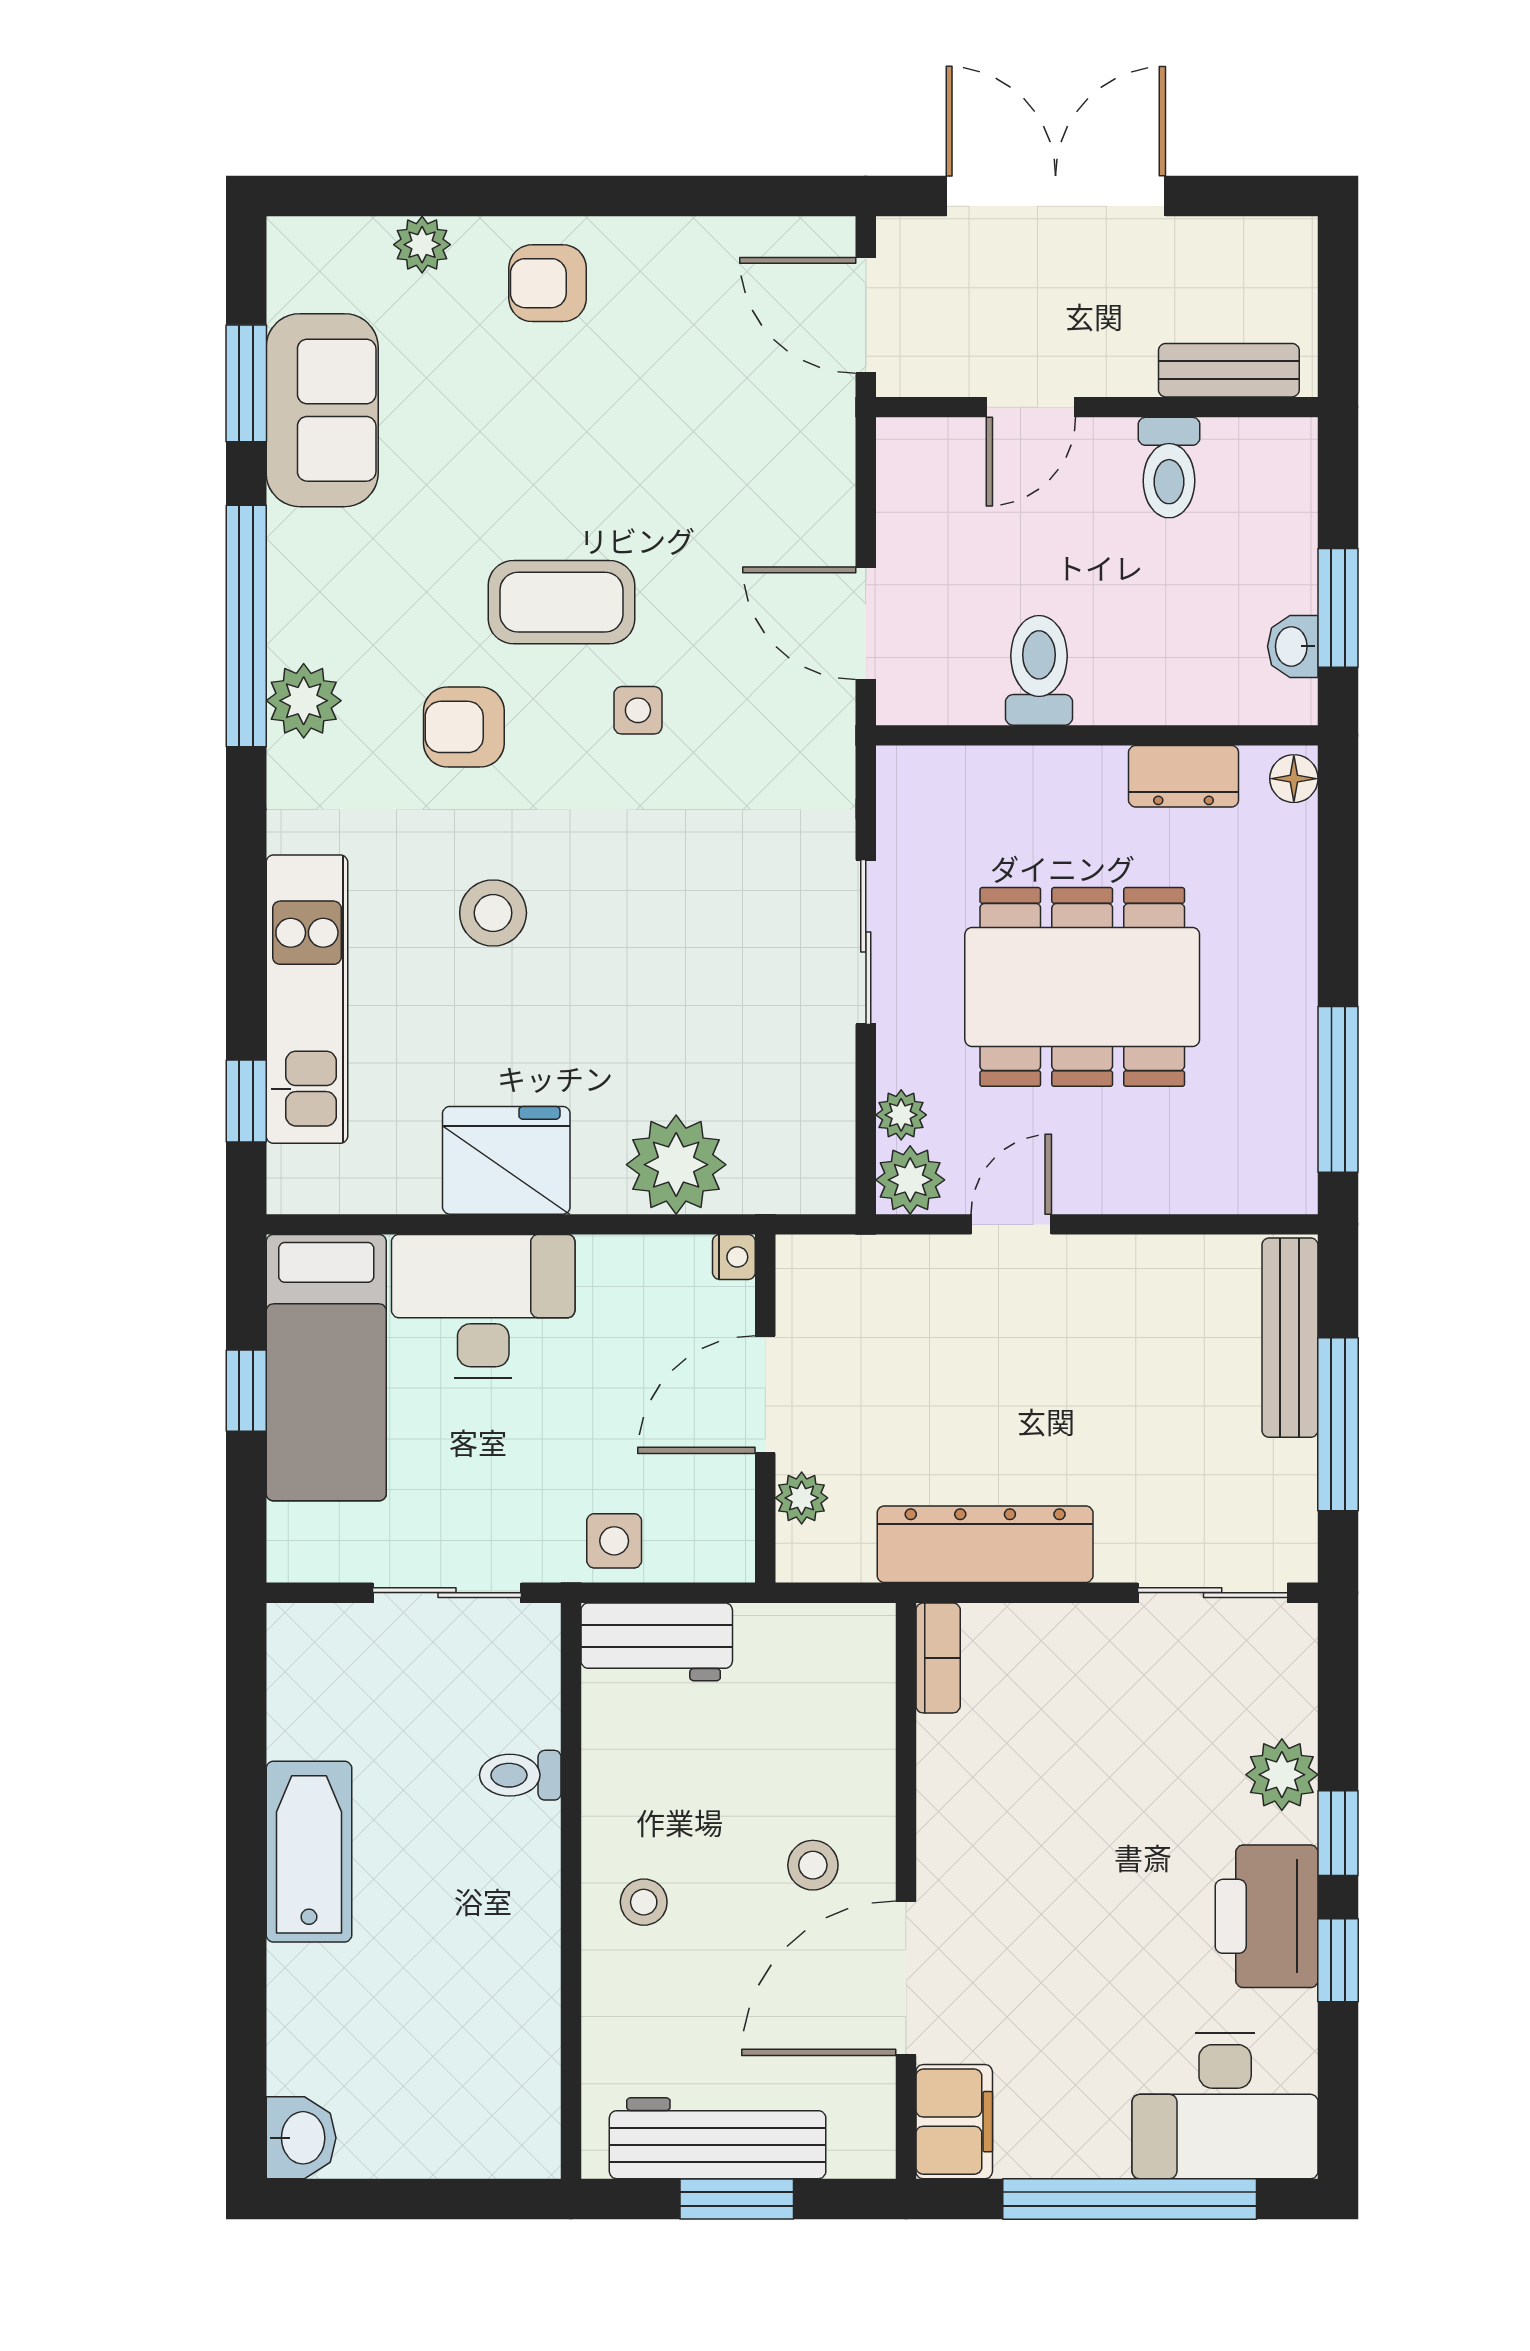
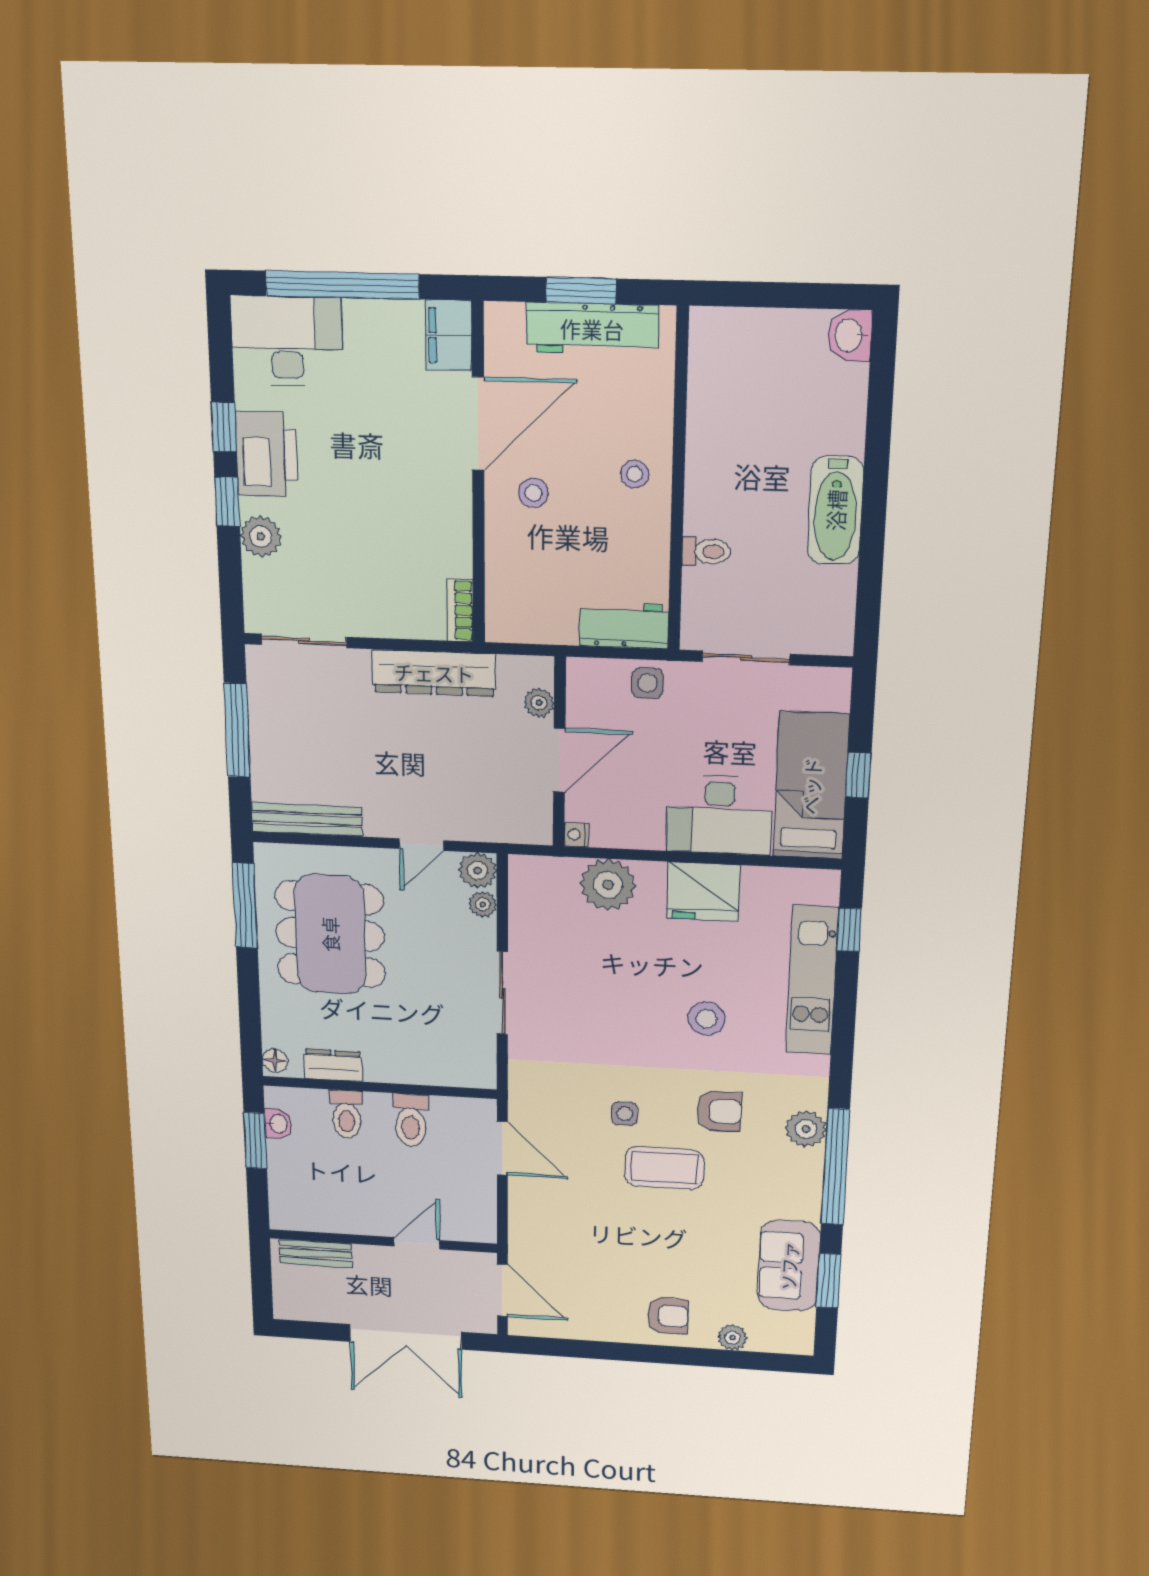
toilet: (1169, 468) -> (347, 1114), moved, turned 180
dining table: (1082, 987) -> (330, 934), moved, turned 90
bench: (1290, 1338) -> (307, 819), moved, turned 90

